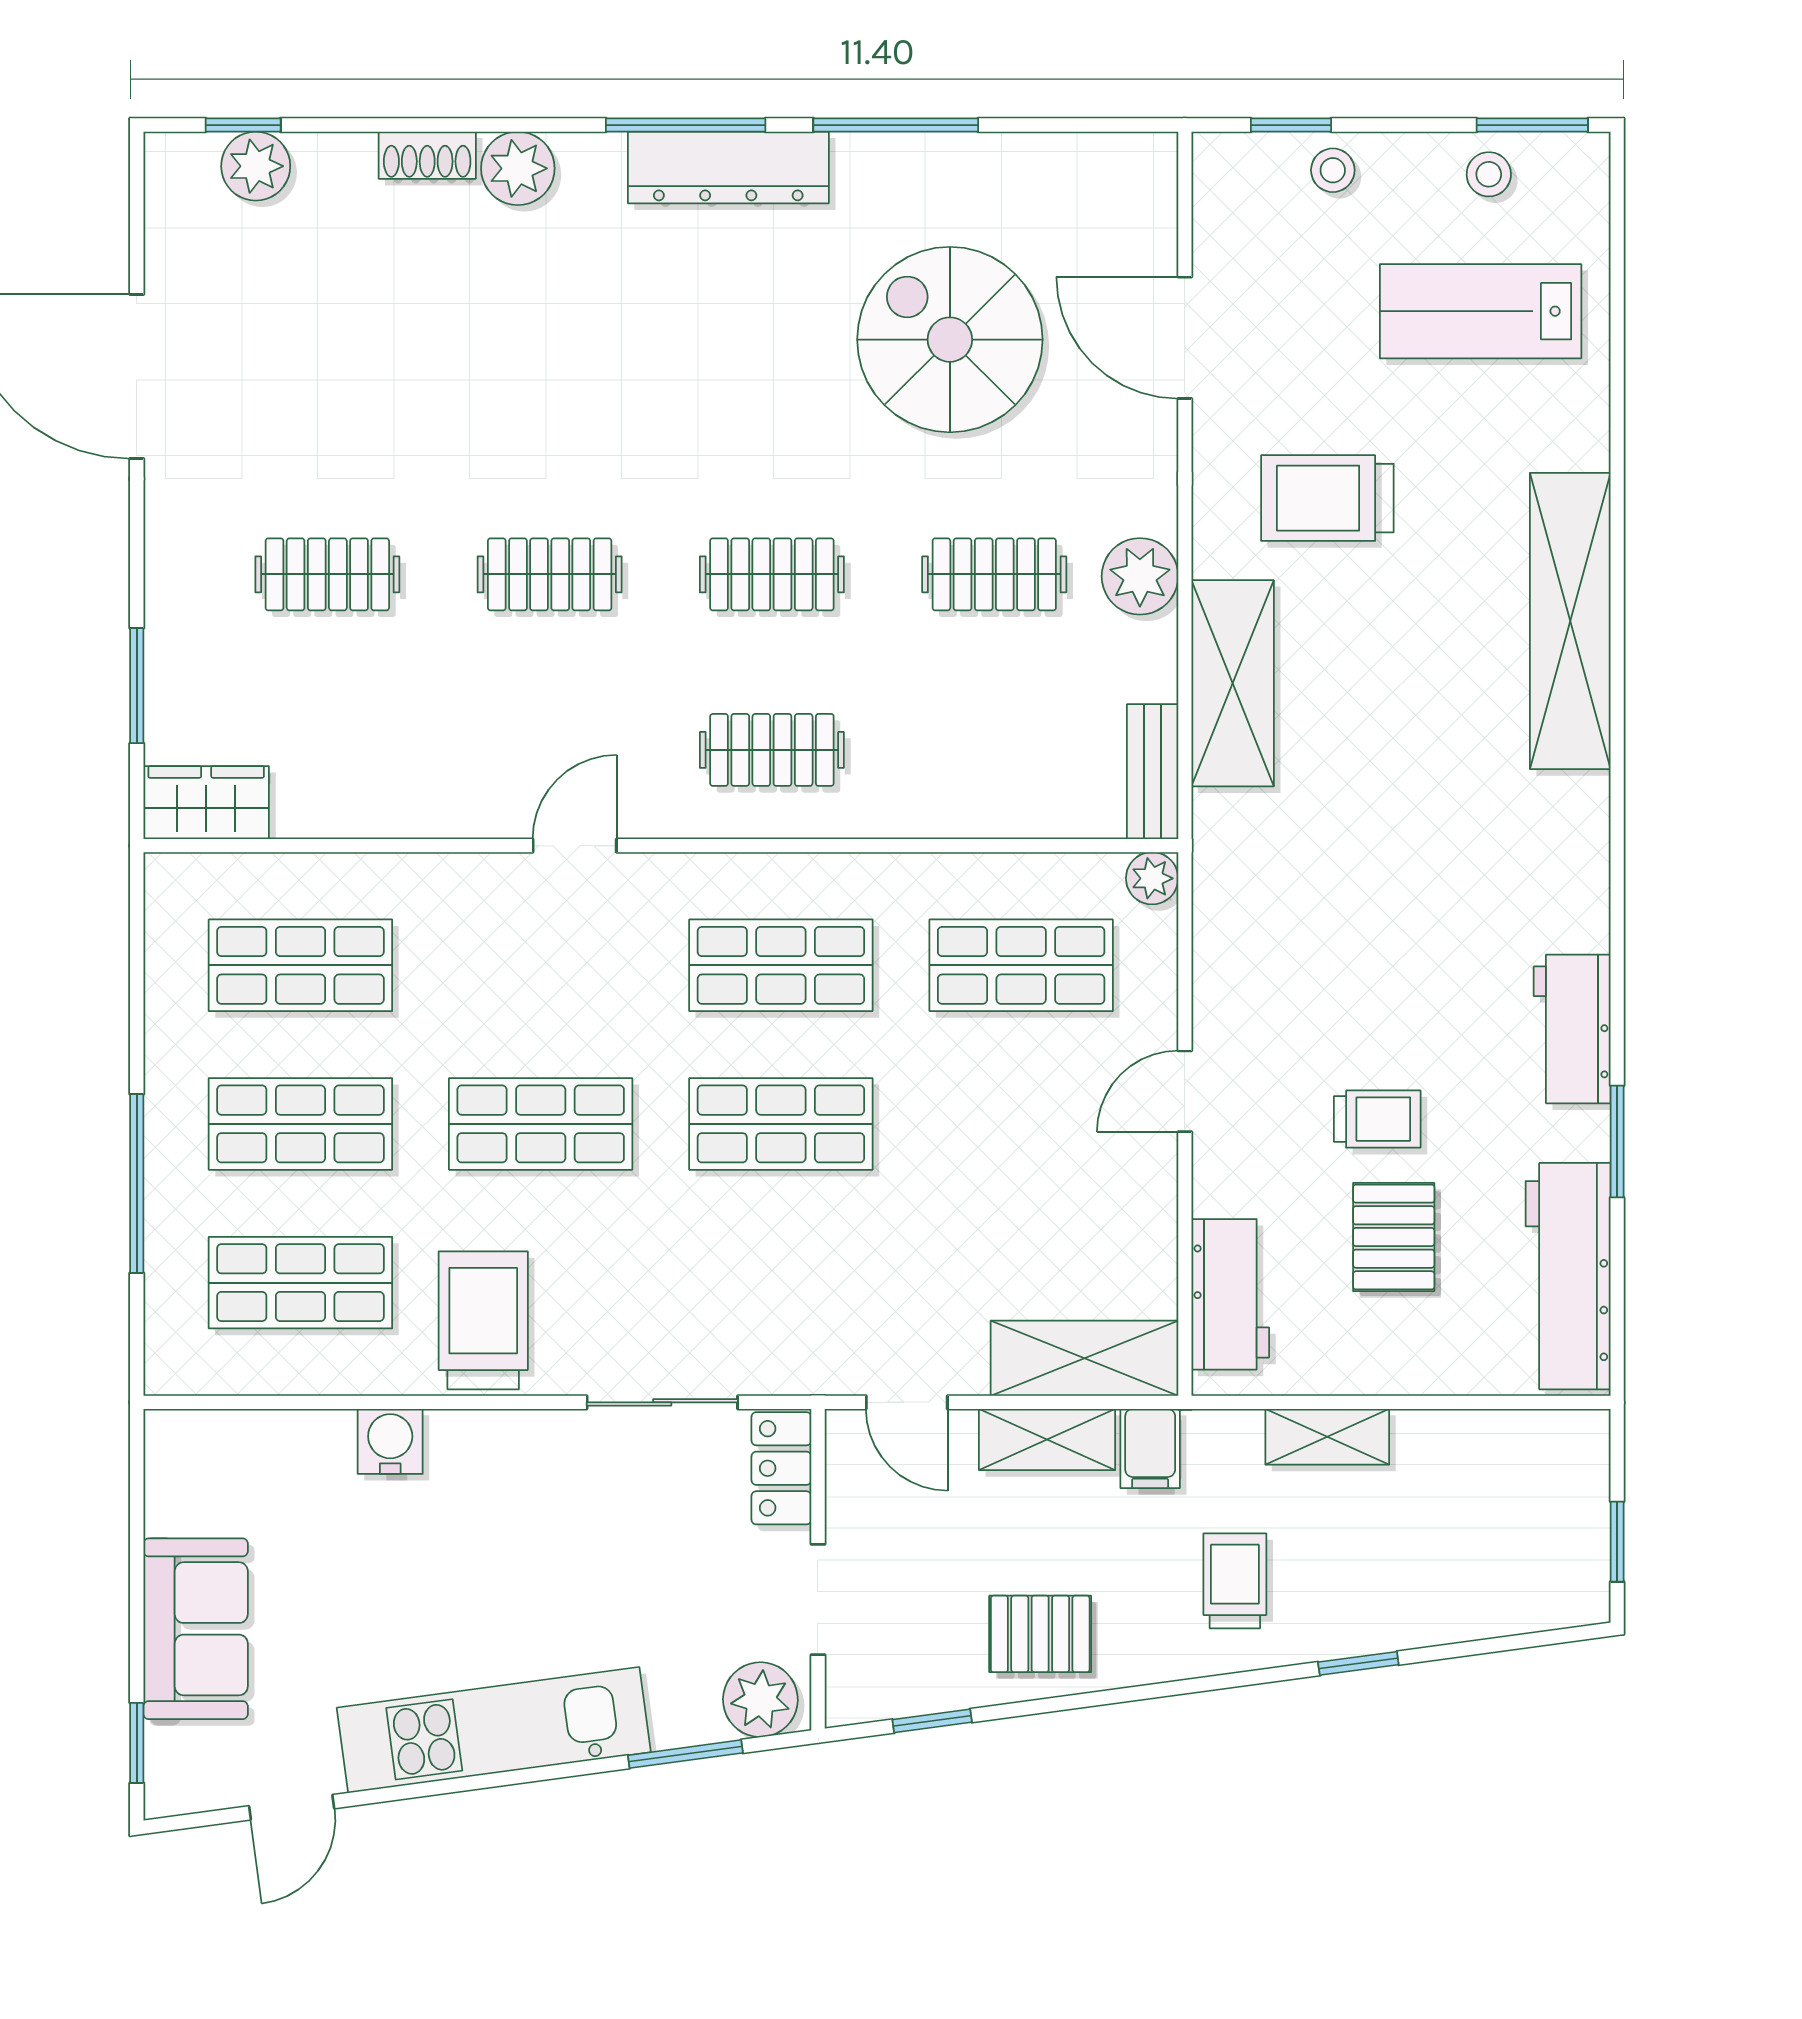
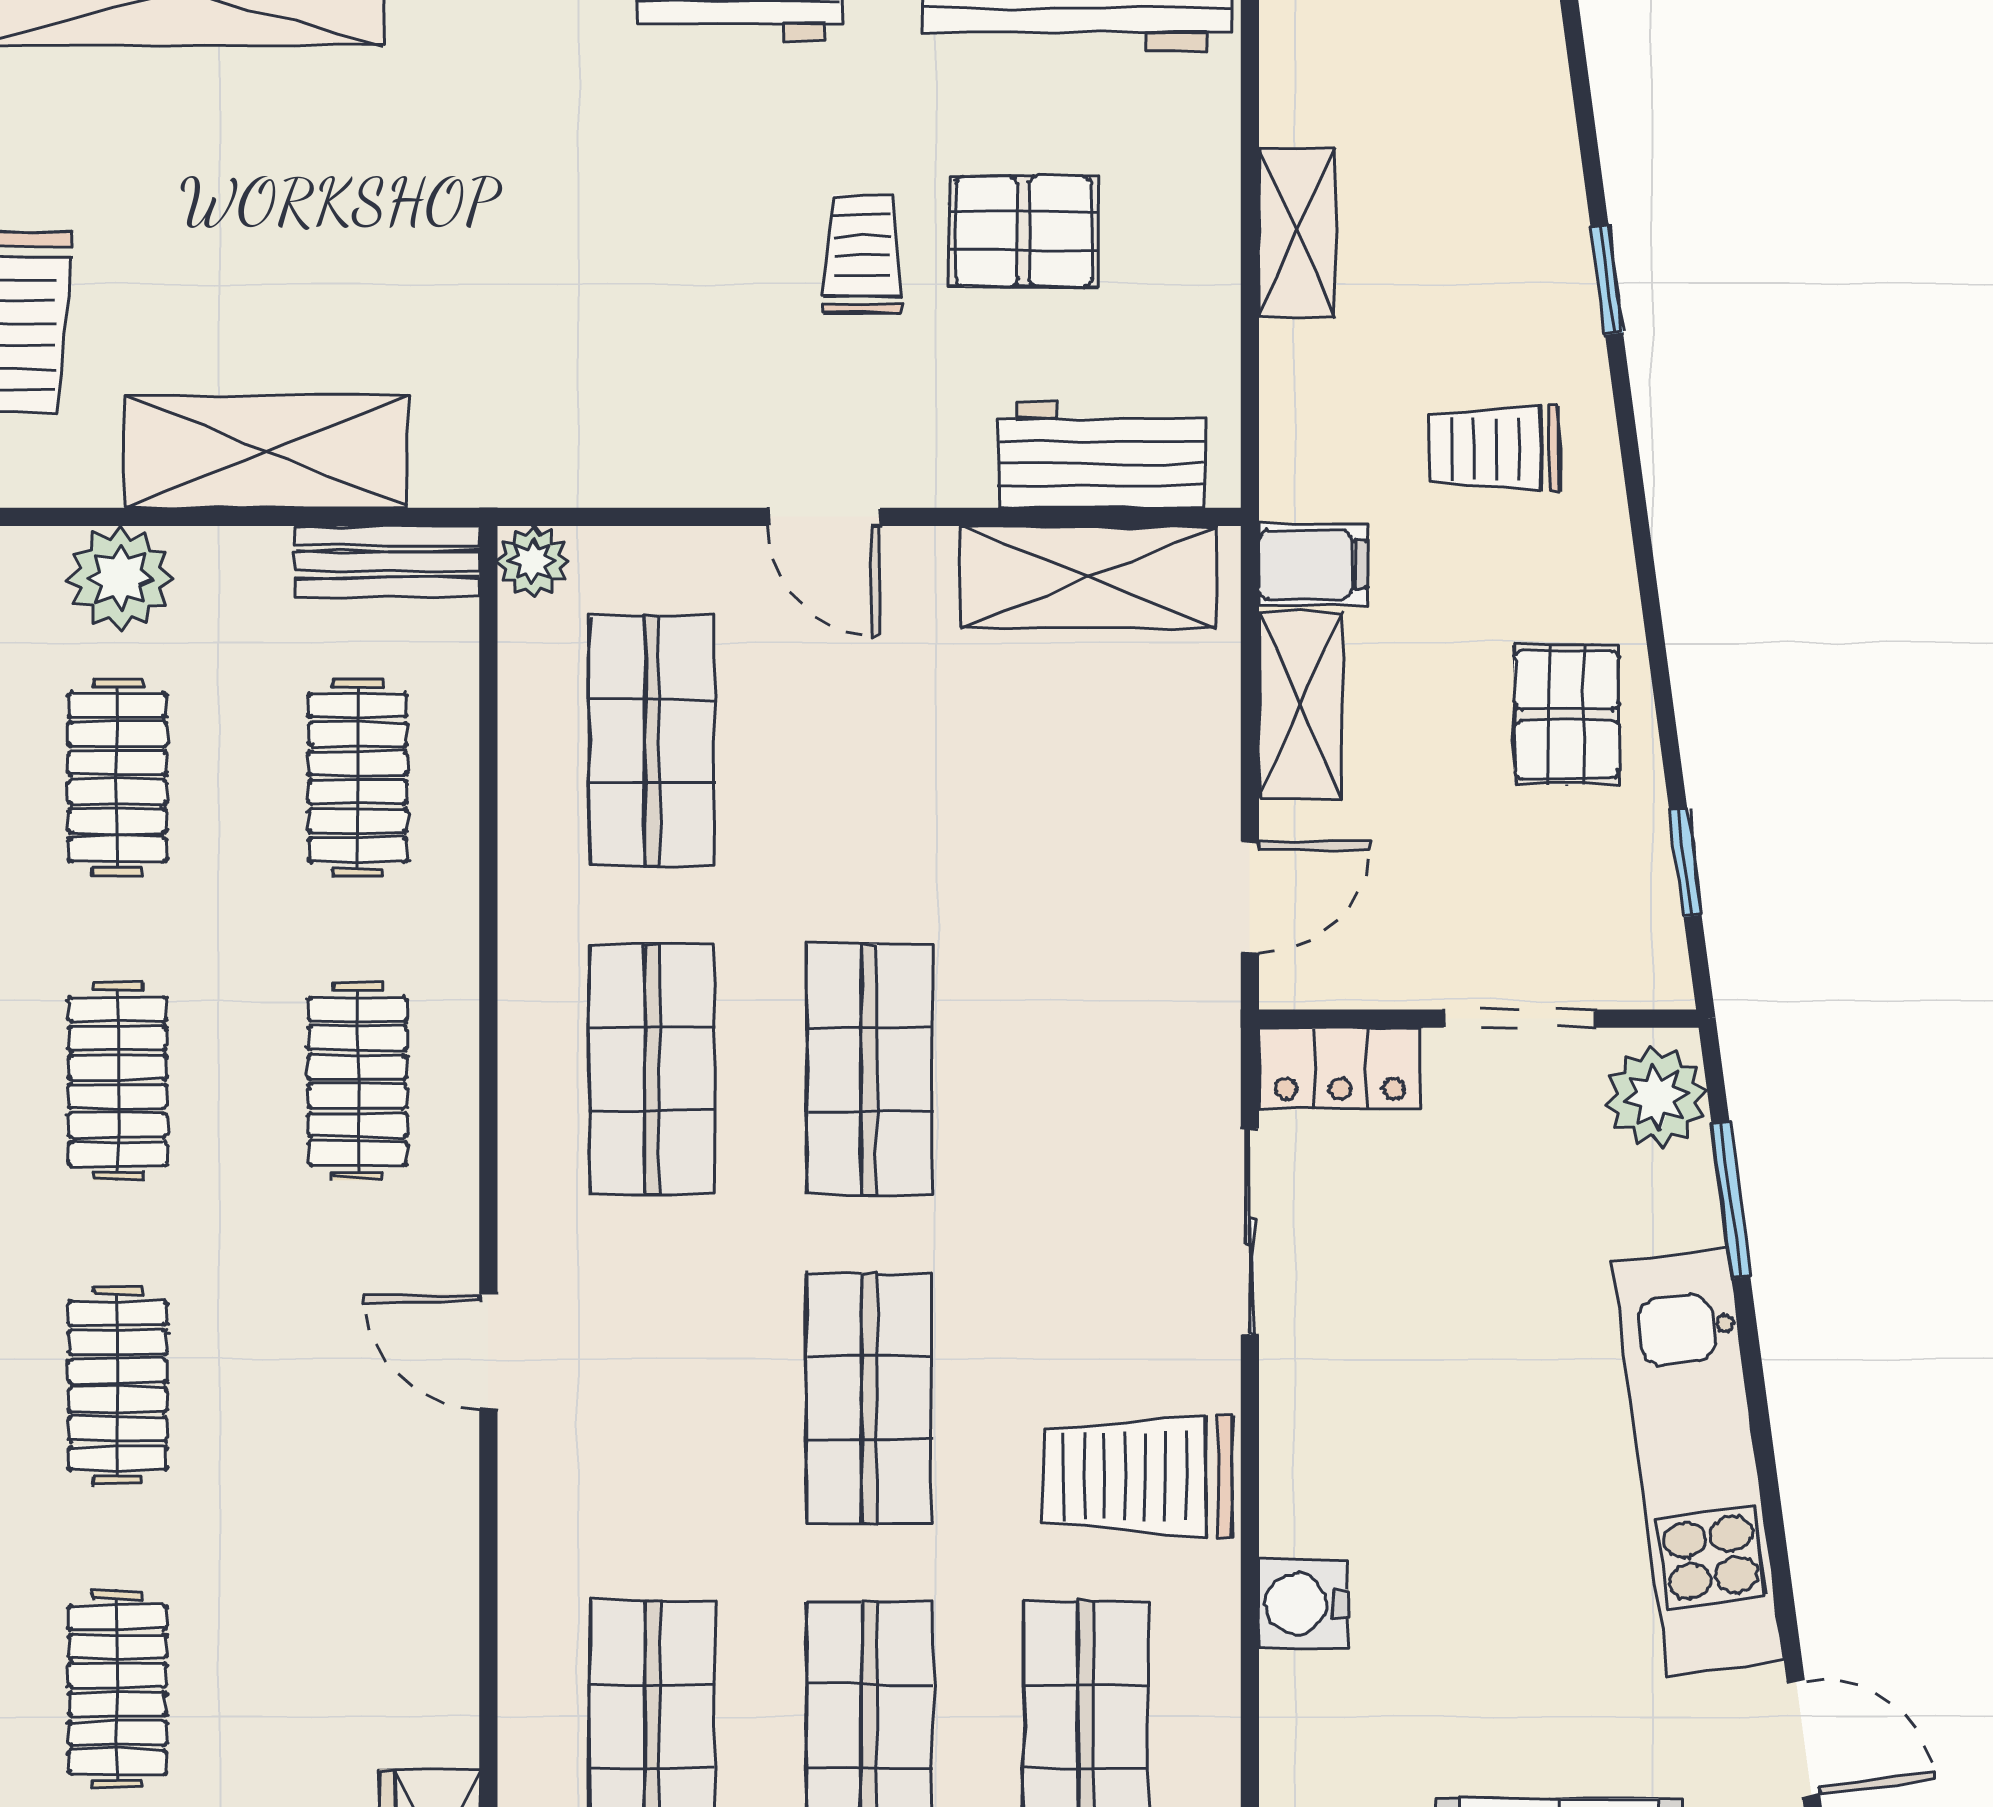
clothes rail: (994, 750) -> (358, 778), added
shelving: (1084, 1358) -> (1089, 577), moved, turned 90
shelving: (1327, 1437) -> (1297, 232), moved

